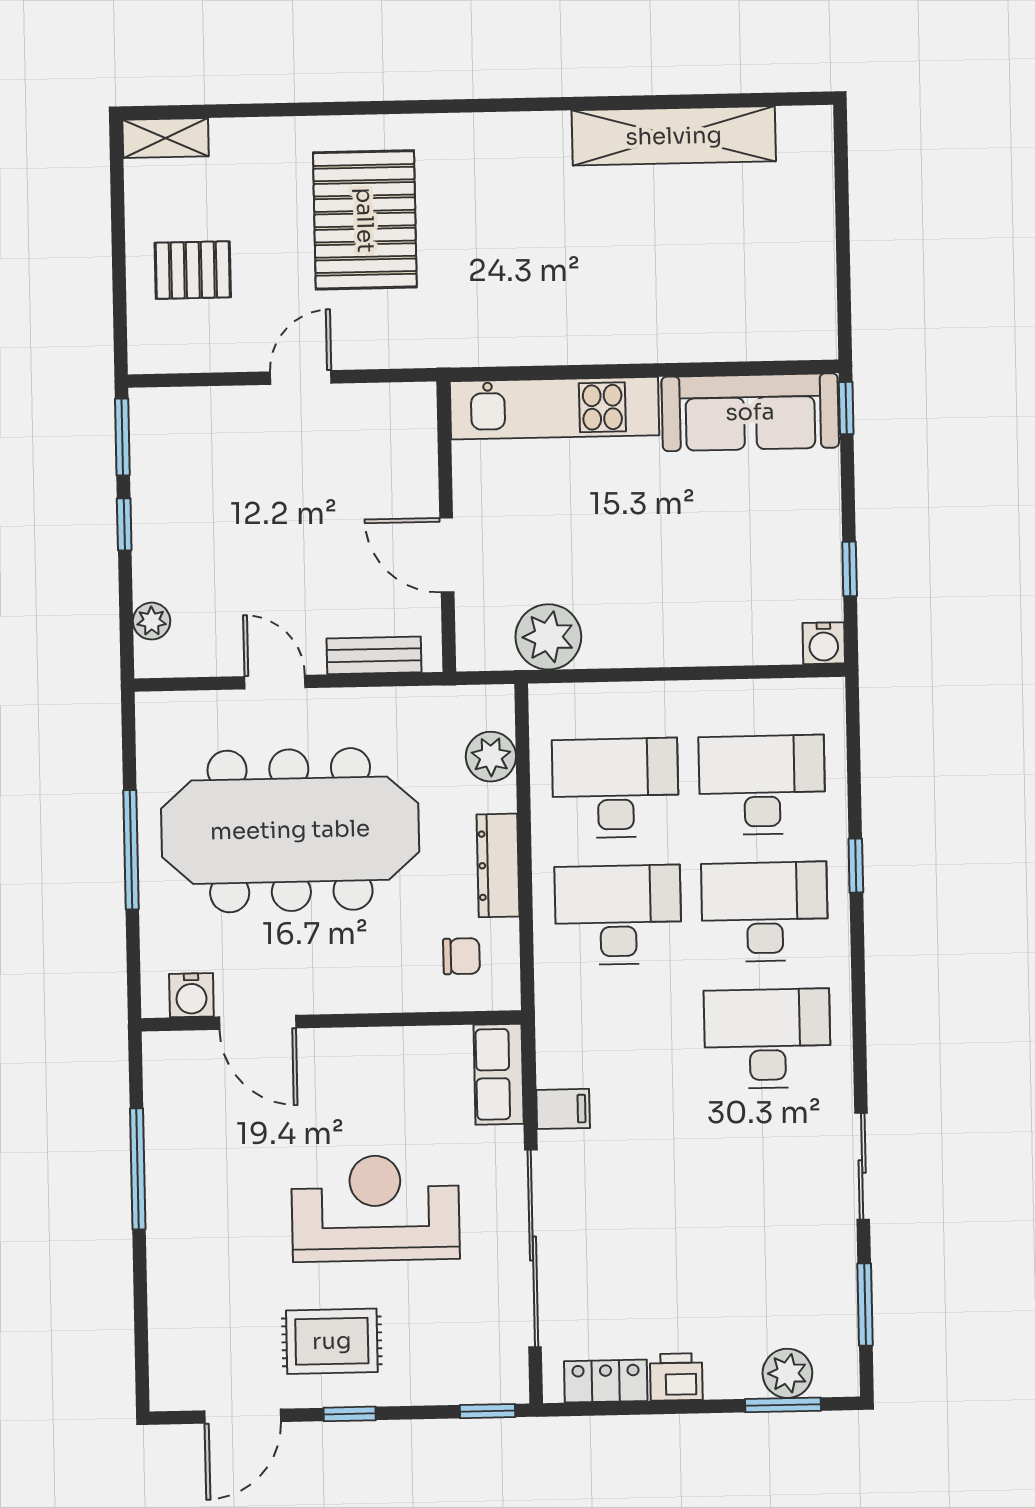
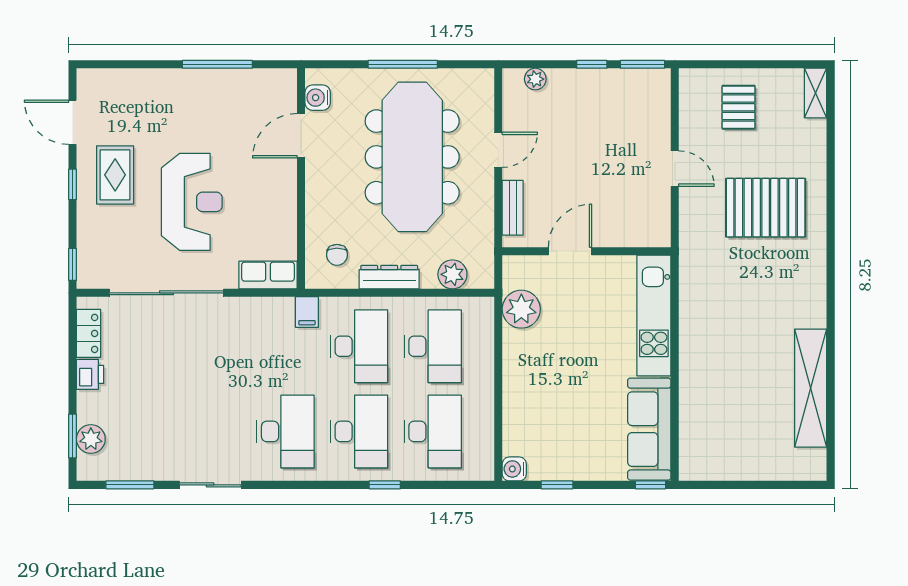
filing cabinet: (563, 1109) -> (307, 312), moved

